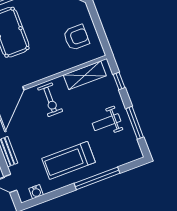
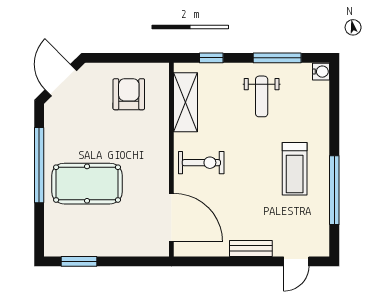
treadmill: (69, 160) -> (295, 169), width x0.73, depth x0.73
window: (97, 178) -> (334, 190), moved
water cooler: (36, 192) -> (321, 72), moved

